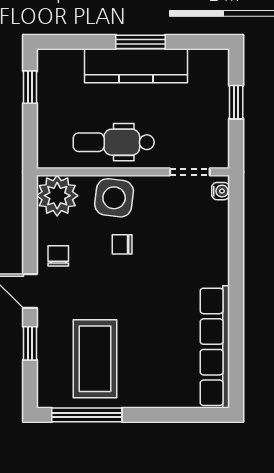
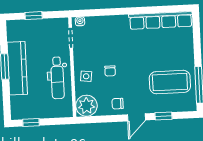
side table: (114, 198) -> (86, 76), width x0.54, depth x0.54

